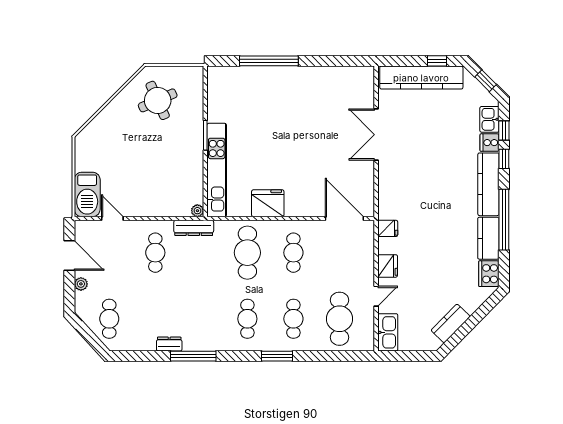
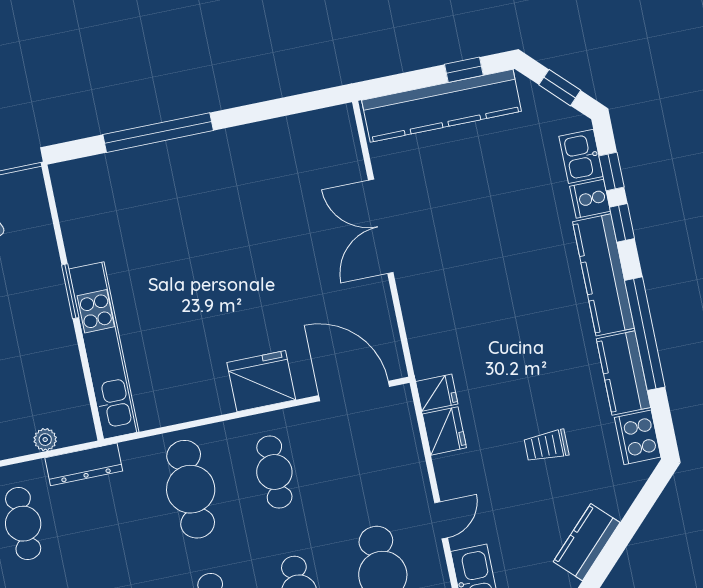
fridge: (268, 203) -> (261, 381), moved
plant: (197, 211) -> (45, 440), moved
fridge: (388, 266) -> (444, 431), moved
trolley: (440, 268) -> (546, 446), added

